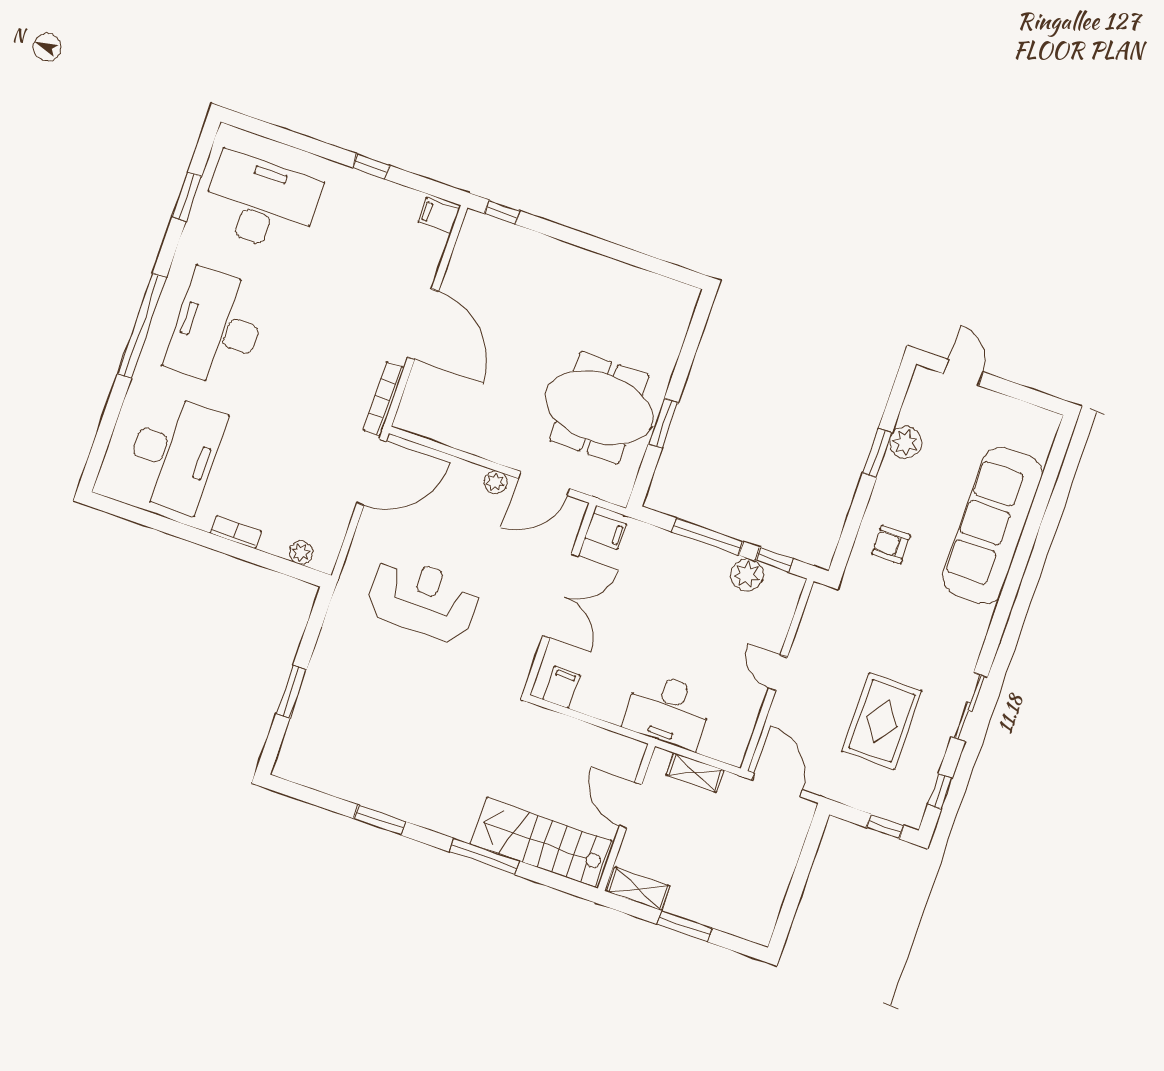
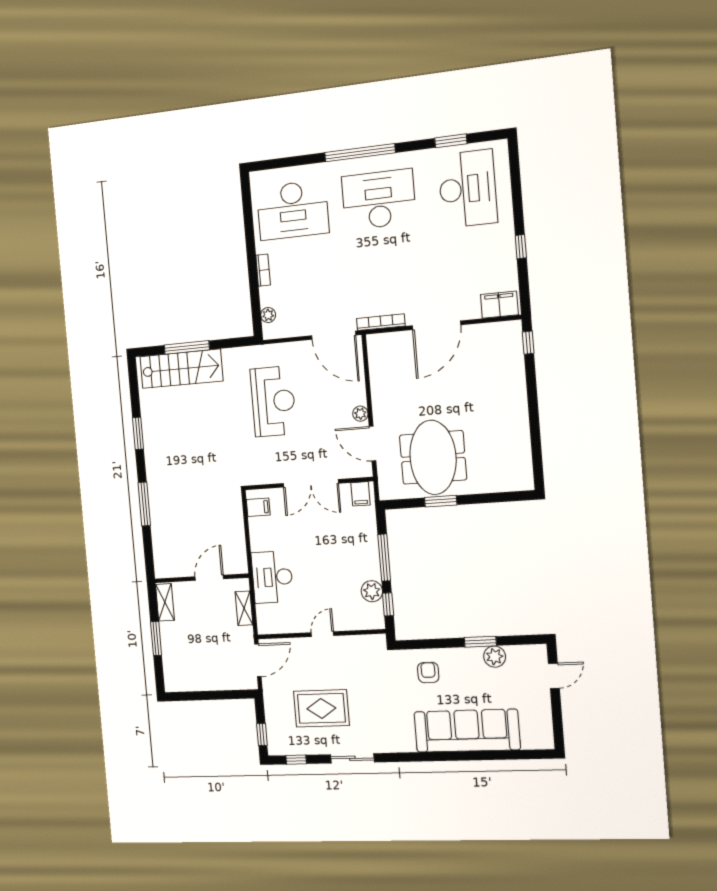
filing cabinet: (439, 216) -> (499, 305), width x2.00
window: (291, 692) -> (187, 347), width x1.44
stairs: (541, 842) -> (181, 369), moved, turned 90

